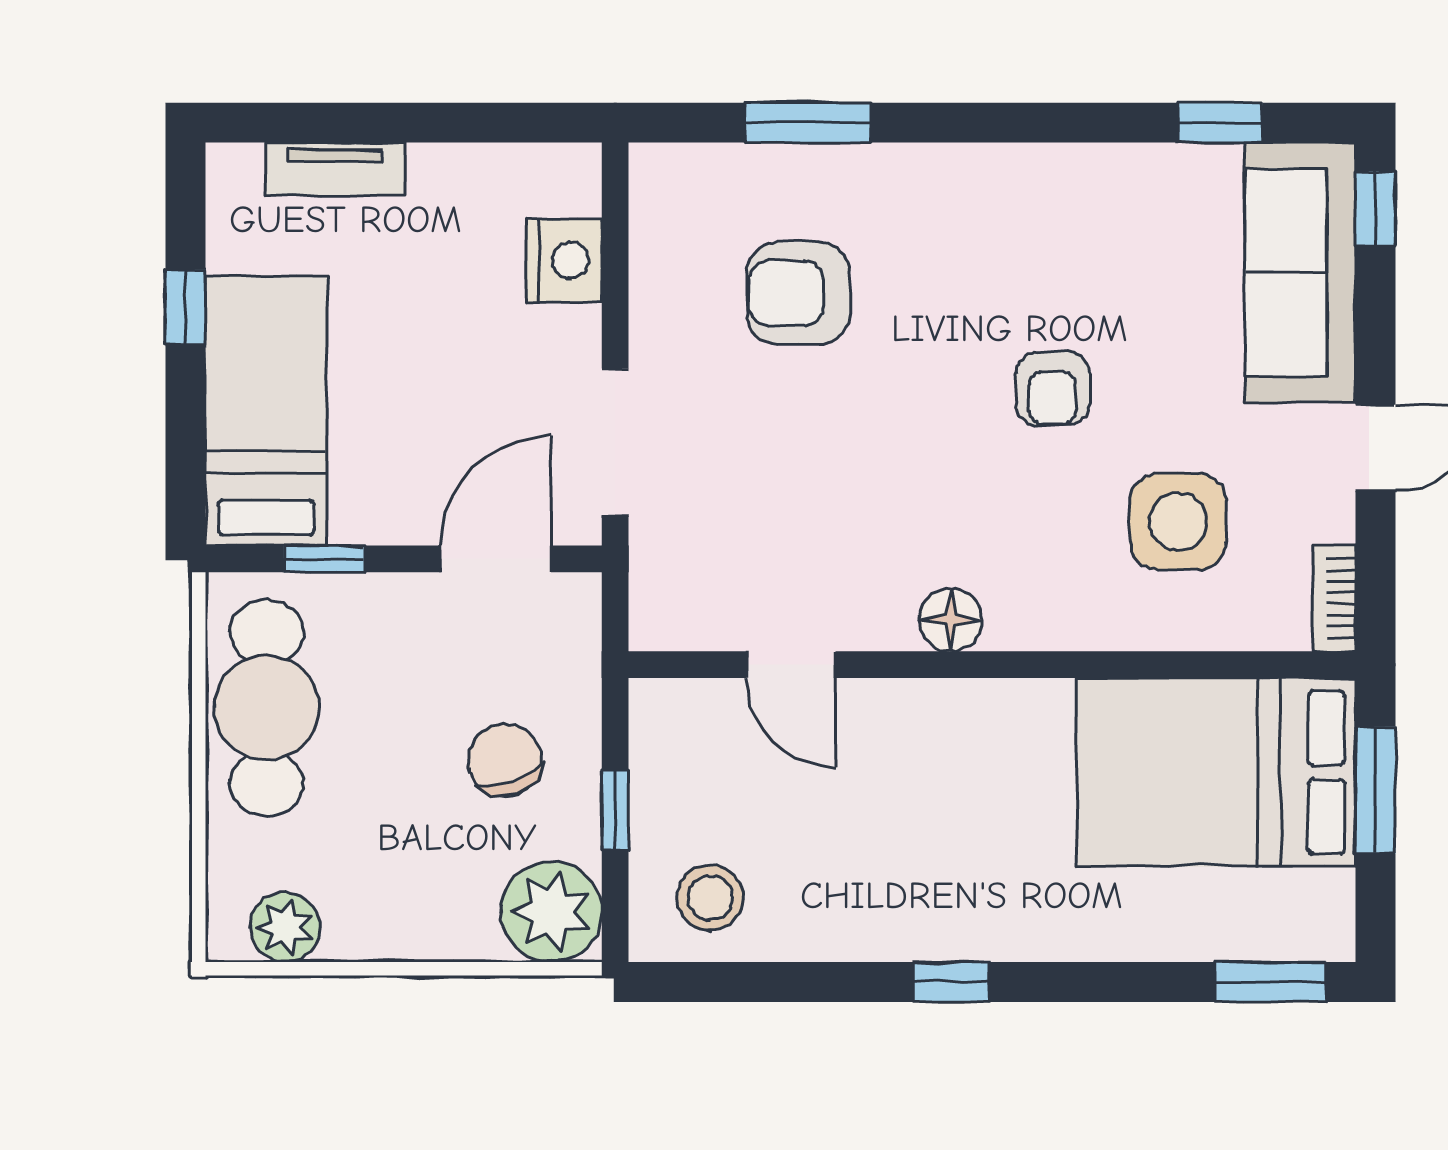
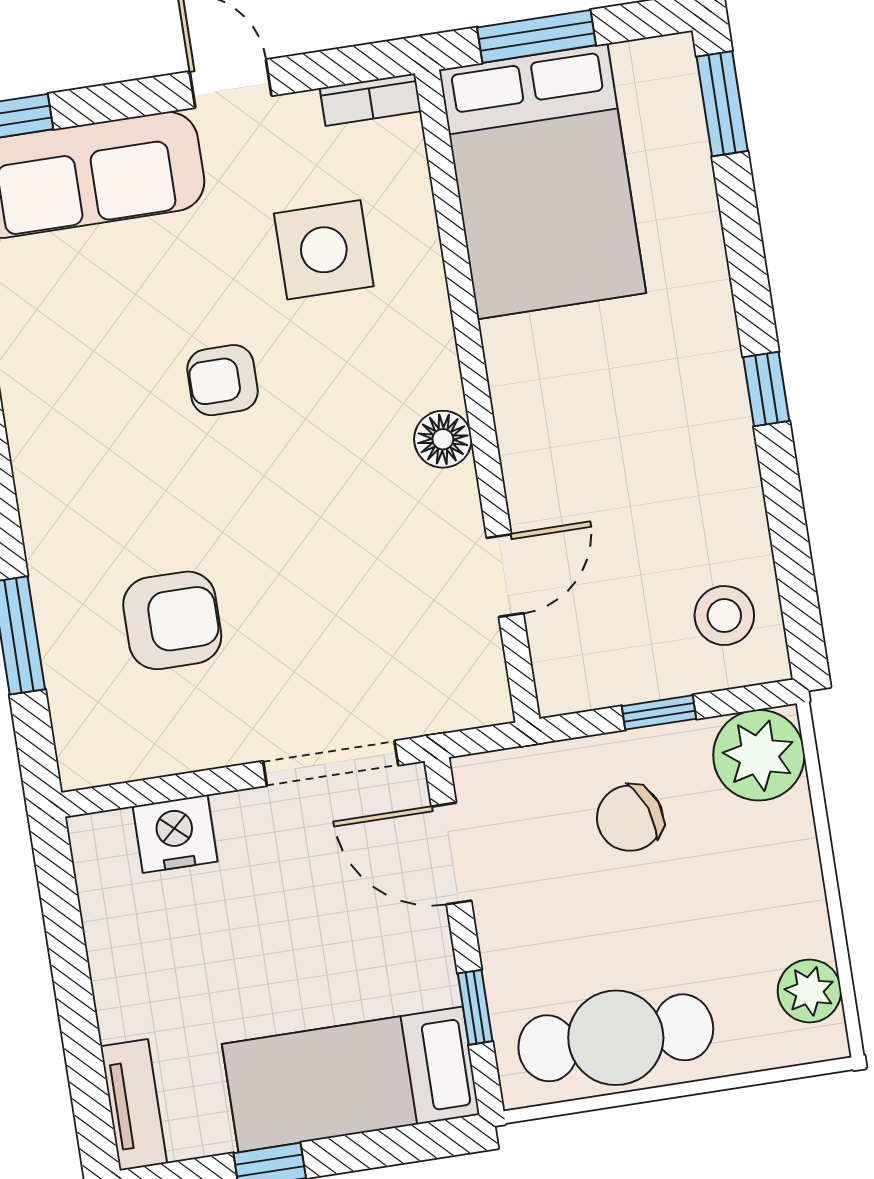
tv unit: (335, 169) -> (134, 1105), moved
armchair: (798, 293) -> (172, 620), turned -90
armchair: (1053, 389) -> (223, 380), turned 180

